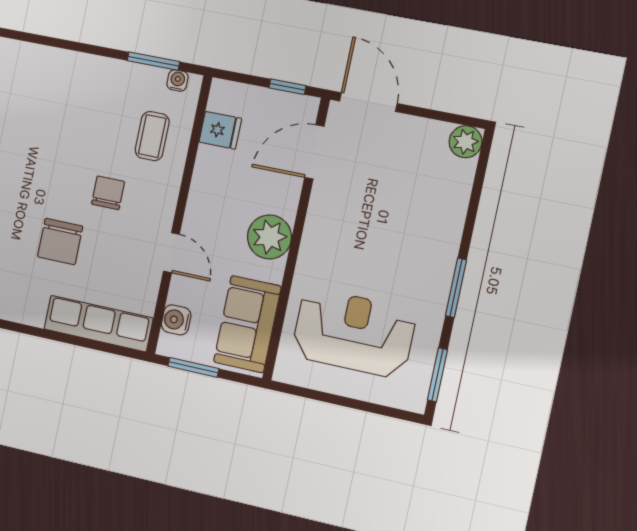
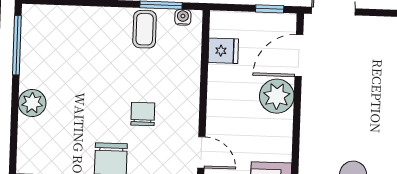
coffee table: (152, 136) -> (145, 29), moved
plant: (269, 237) -> (277, 96), moved

